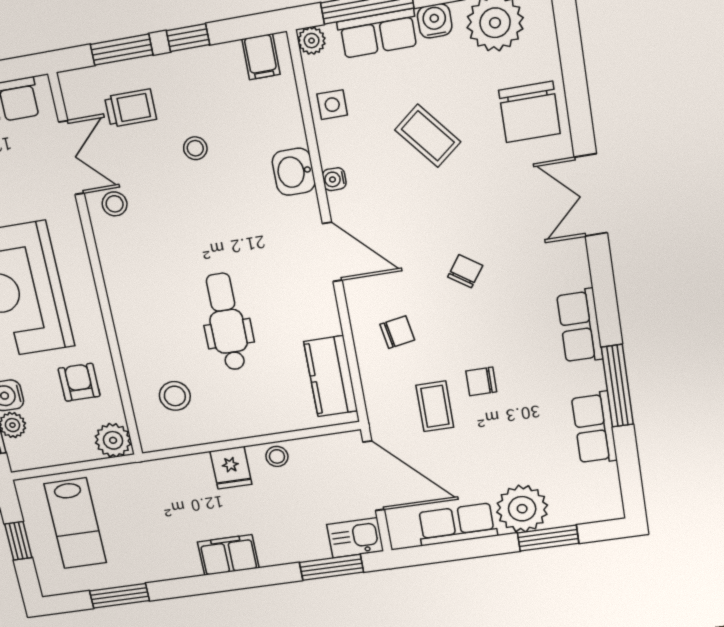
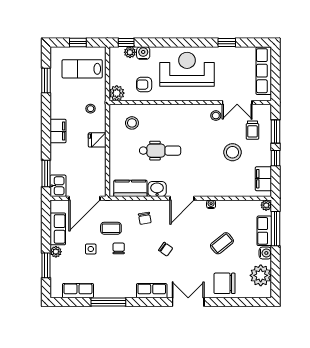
filing cabinet: (261, 57) -> (263, 179), width x2.00
side table: (332, 105) -> (91, 249), moved
stool: (195, 148) -> (233, 152), width x1.89, depth x1.89
washbasin: (294, 172) -> (157, 189), moved
row of seats: (580, 326) -> (152, 291), moved
armchair: (79, 382) -> (144, 85), turned 180
row of seats: (594, 428) -> (78, 291), moved
stool: (277, 456) -> (91, 109), moved
plant: (522, 509) -> (56, 252), width x0.53, depth x0.53

